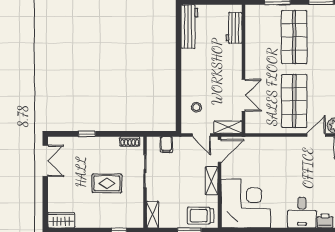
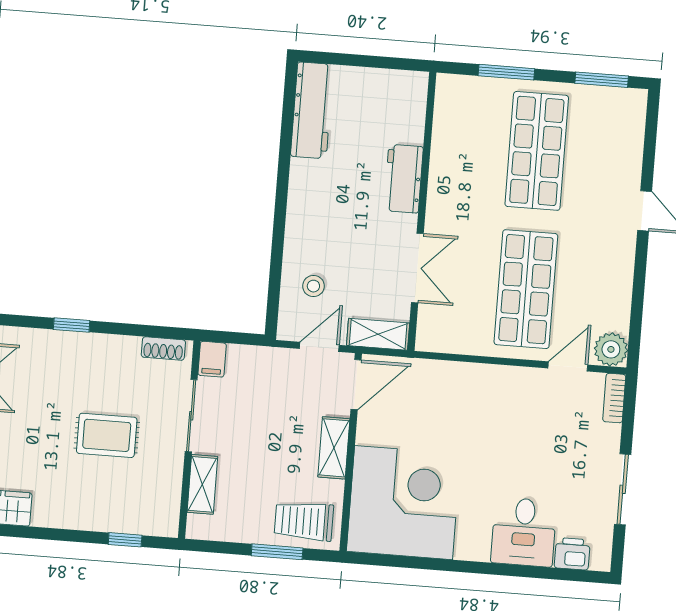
workbench: (234, 28) -> (404, 179), moved
door: (201, 135) -> (319, 347), swing flipped
filing cabinet: (166, 145) -> (212, 359), moved
shelving: (153, 215) -> (202, 484), moved

